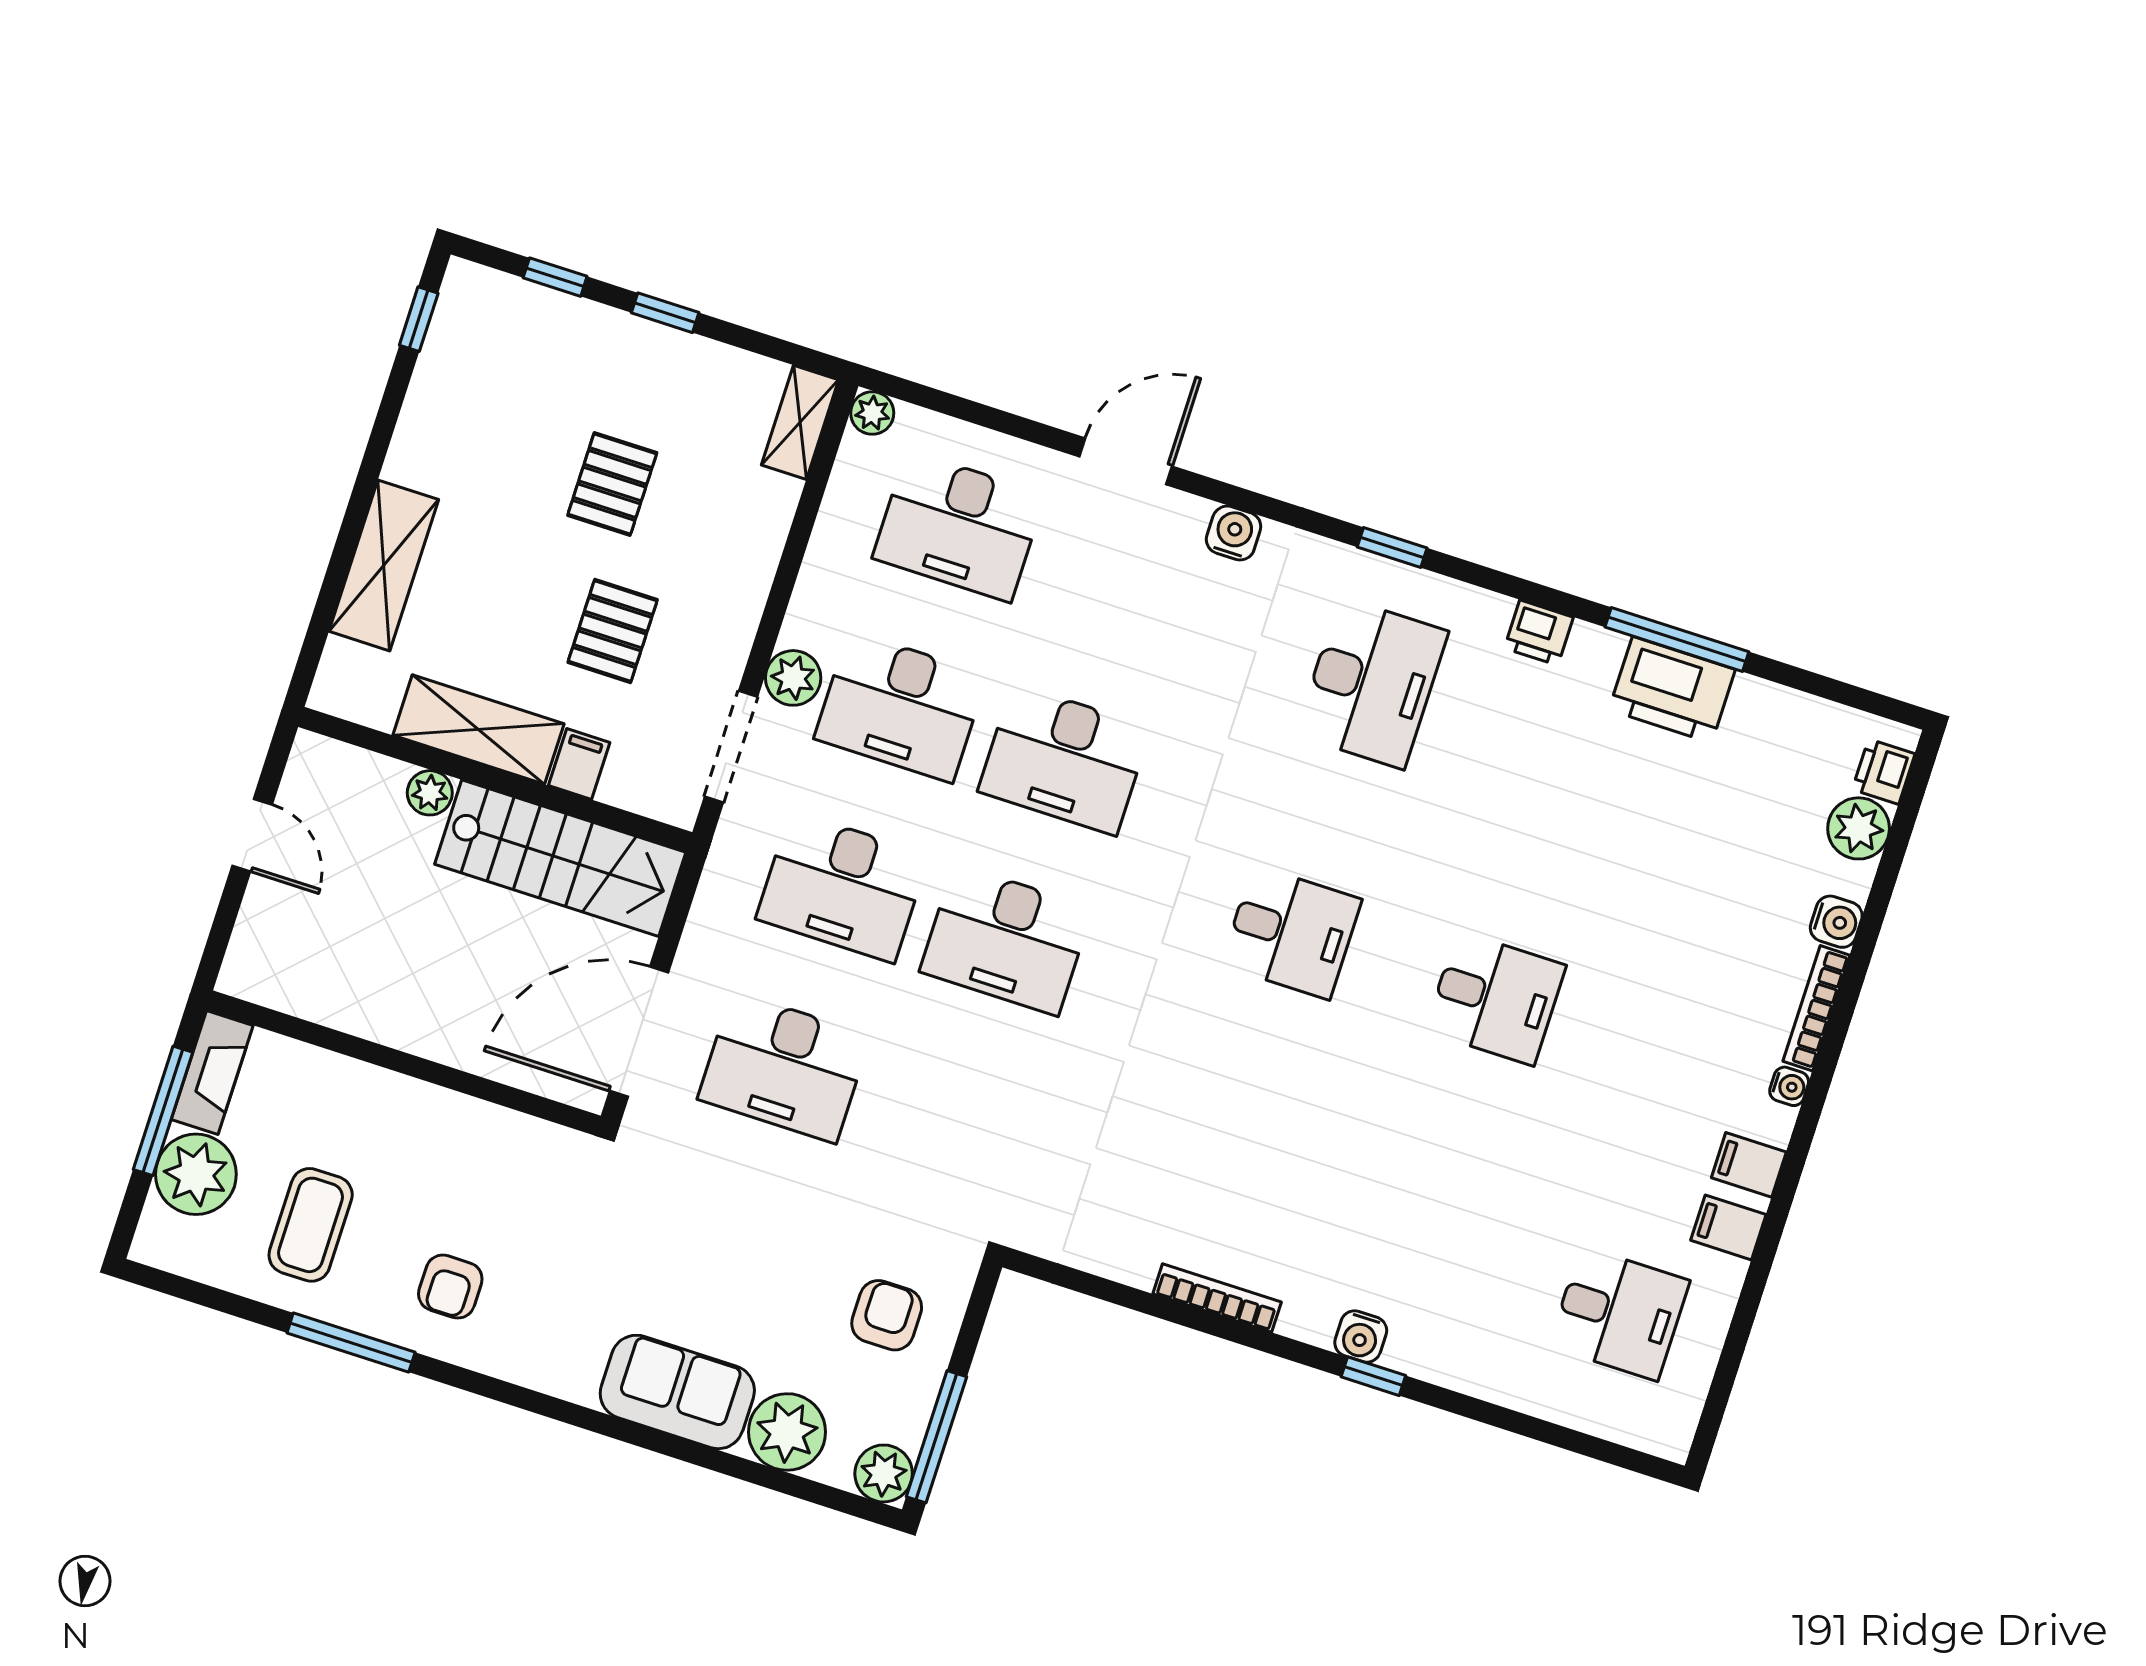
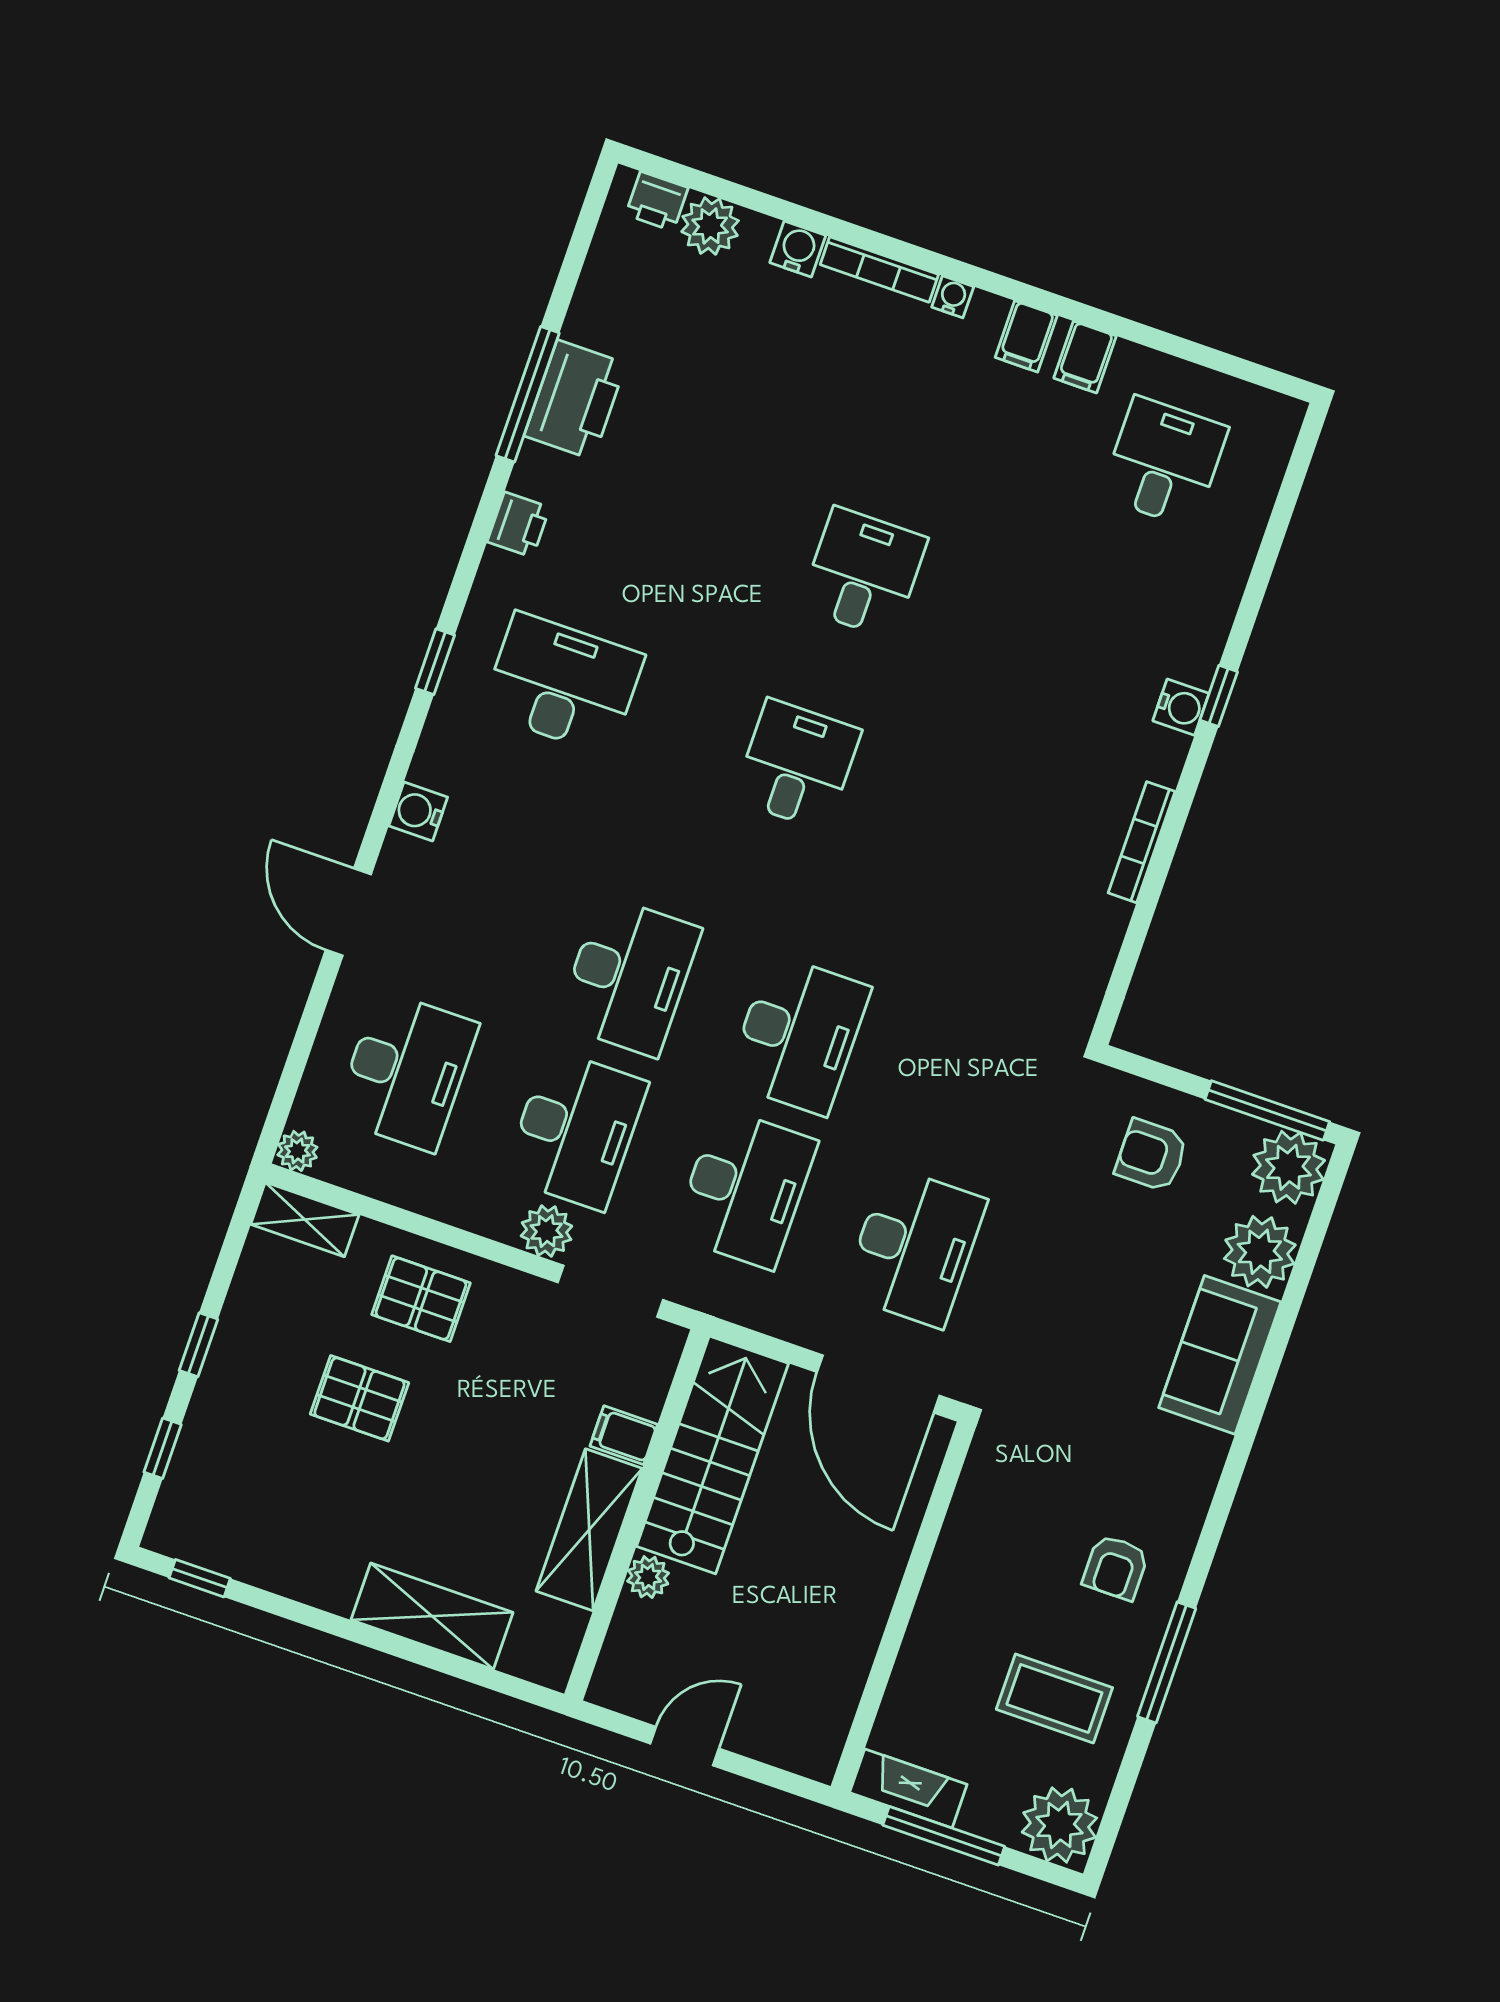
pallet: (613, 631) -> (421, 1299), moved
plant: (196, 1174) -> (1059, 1825), moved
armchair: (450, 1287) -> (1116, 1567), turned 90
plant: (884, 1473) -> (1288, 1167), width x1.36, depth x1.36

